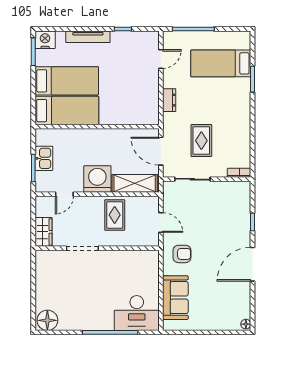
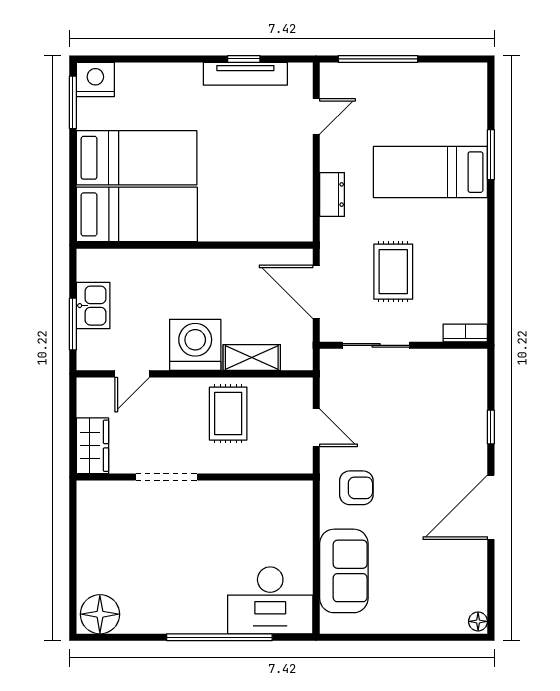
tv unit: (88, 37) -> (245, 74), moved
bed: (221, 63) -> (430, 172), moved
shelving: (135, 183) -> (252, 358), width x0.67, depth x0.75

